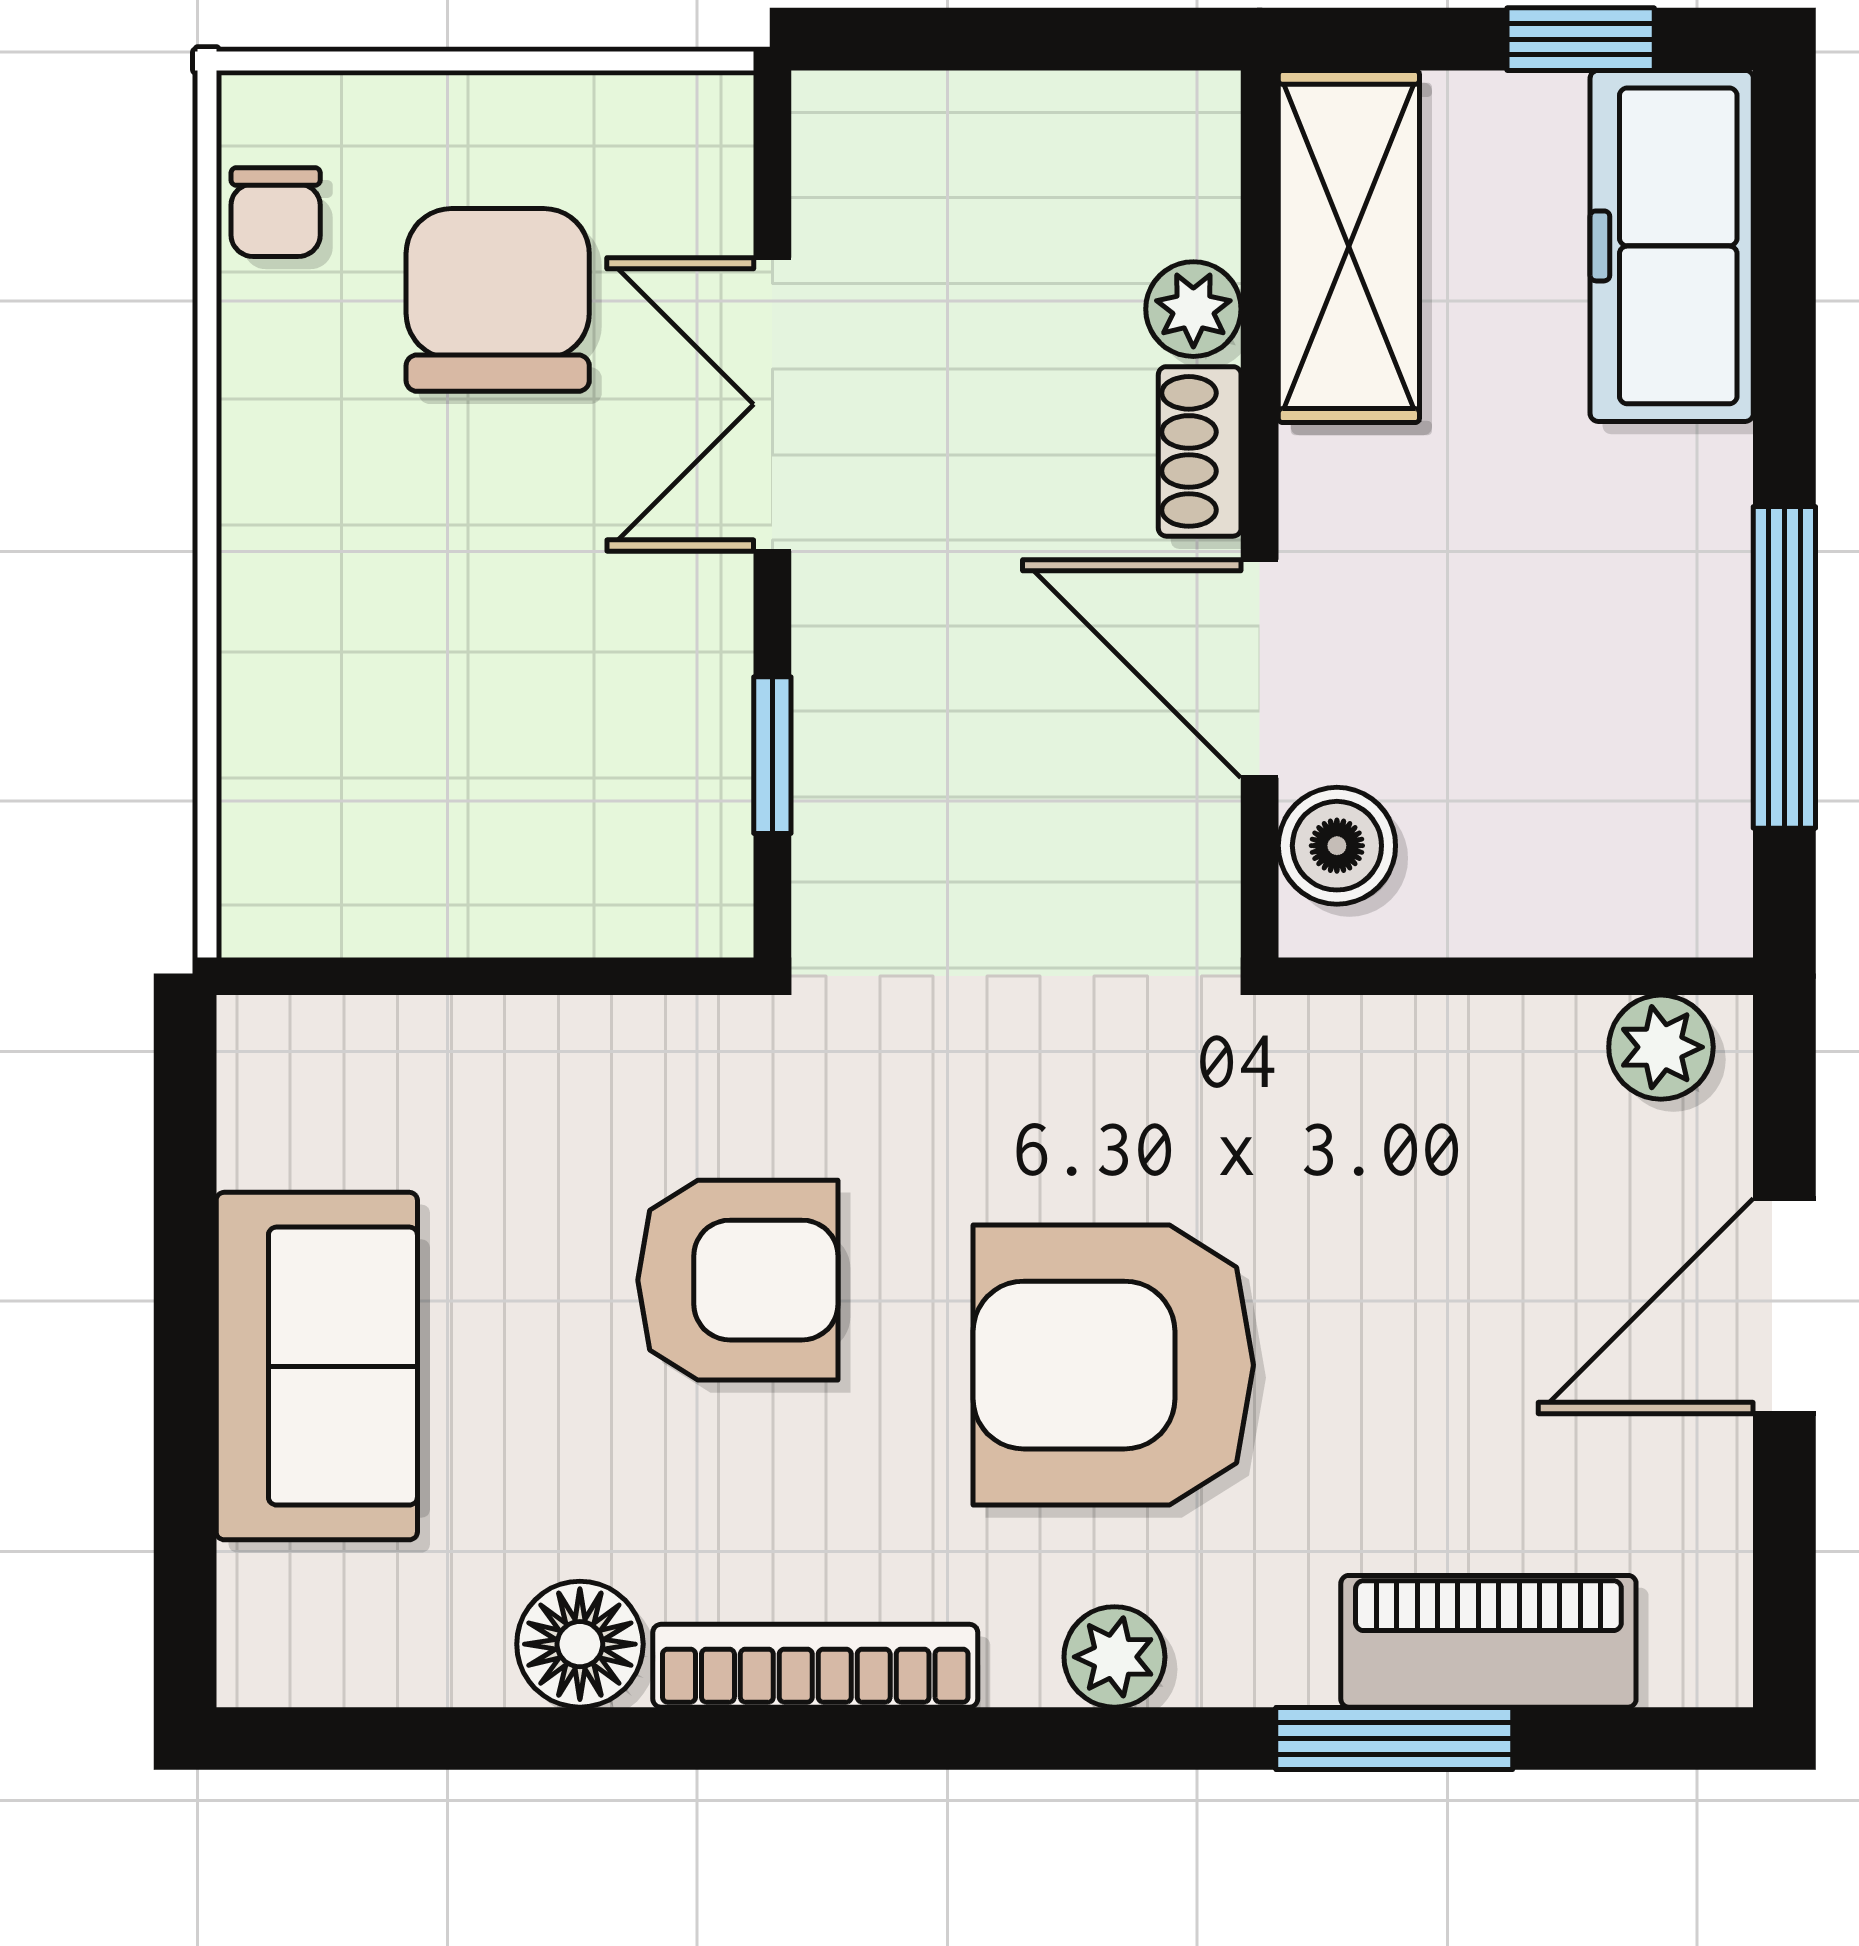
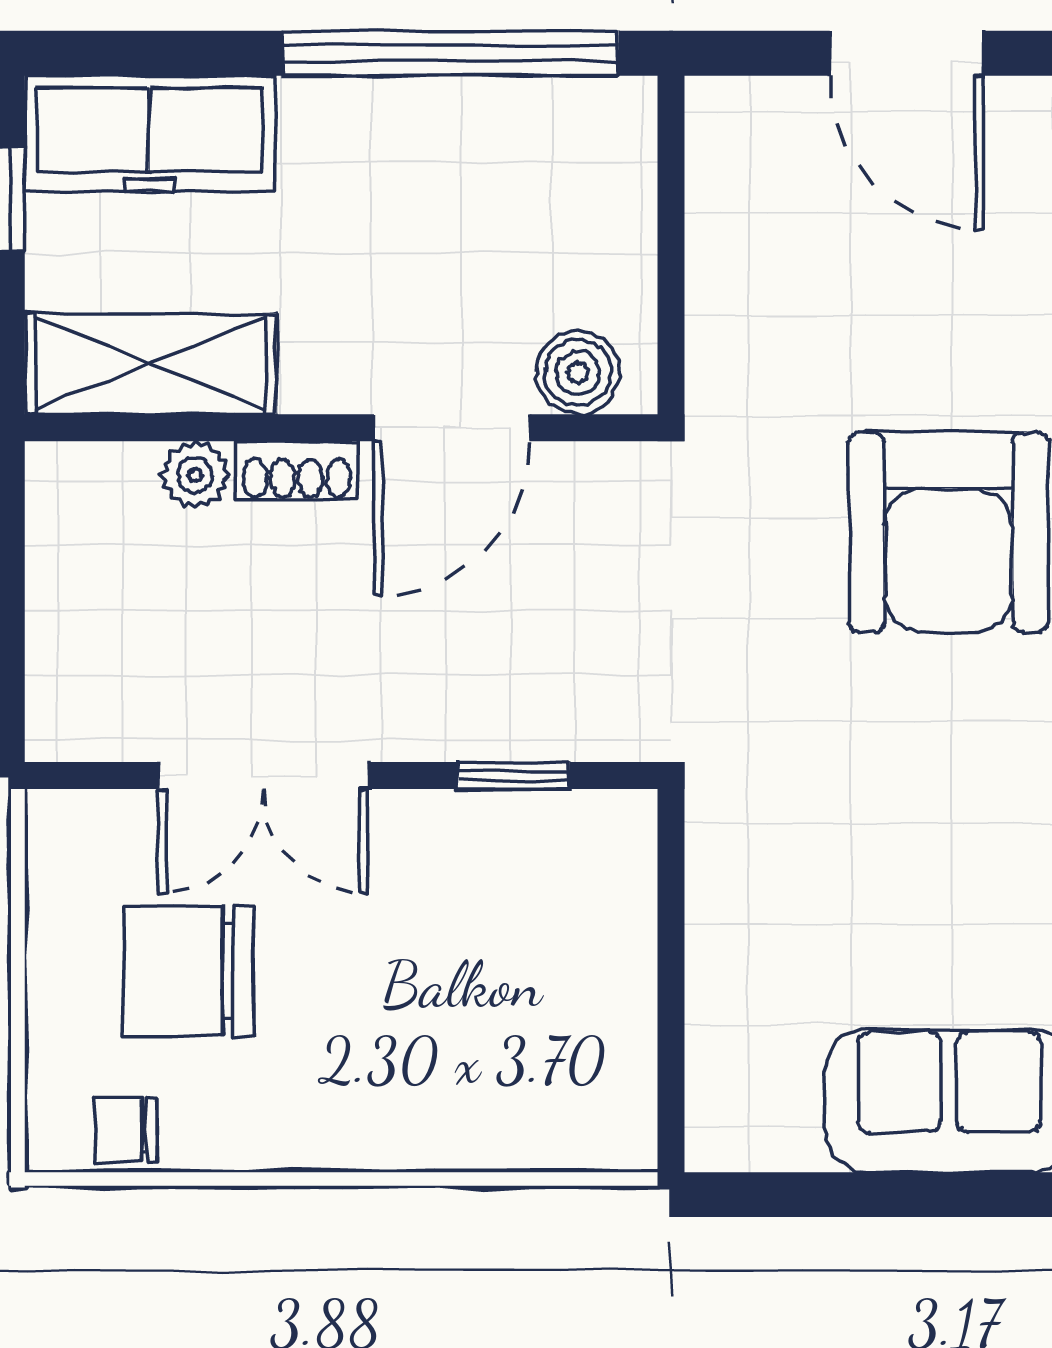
chair: (276, 212) -> (126, 1130), turned 180
window: (1784, 667) -> (451, 53), width x1.46
plant: (1661, 1047) -> (722, 141), removed
armchair: (738, 1280) -> (888, 800), removed

